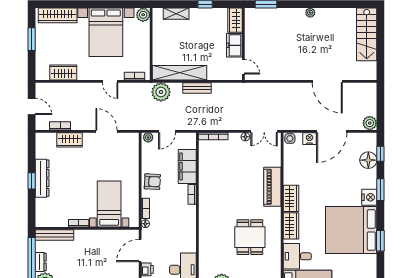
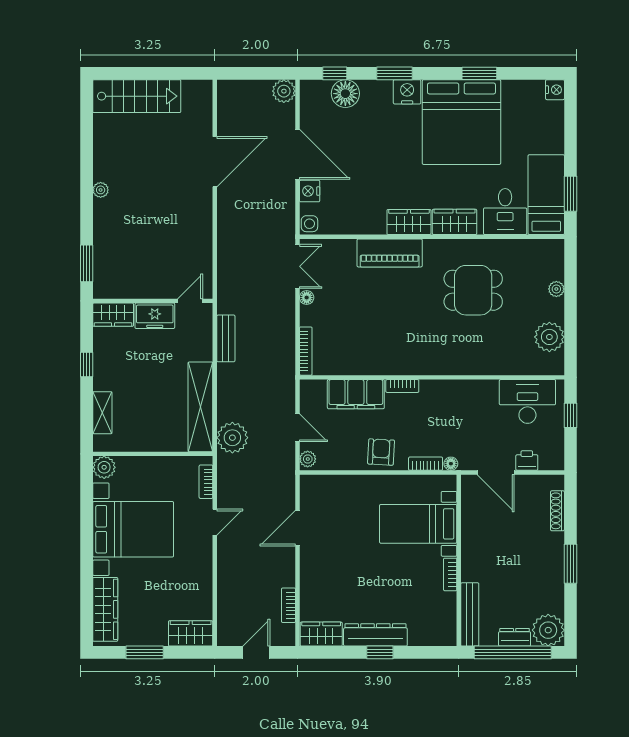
wardrobe: (63, 72) -> (191, 633), moved, turned 90
bench: (197, 88) -> (226, 338), moved
wardrobe: (70, 140) -> (321, 634), moved, turned -90

